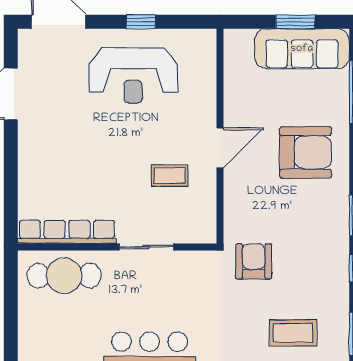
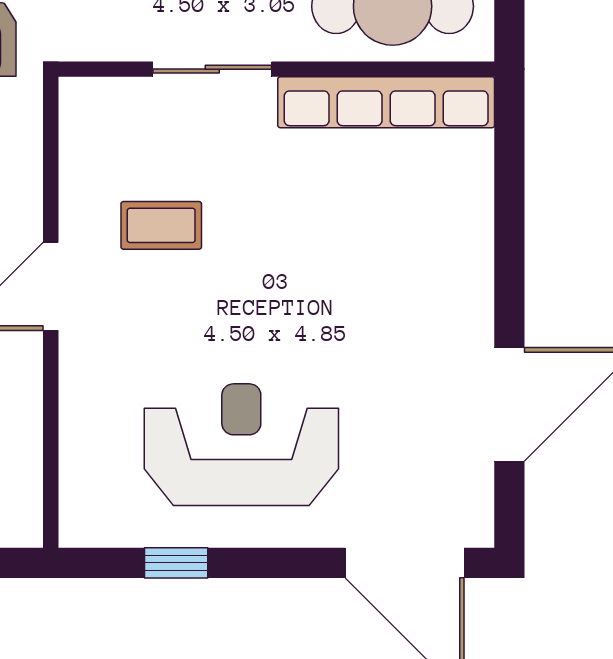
window: (141, 22) -> (176, 563), moved

